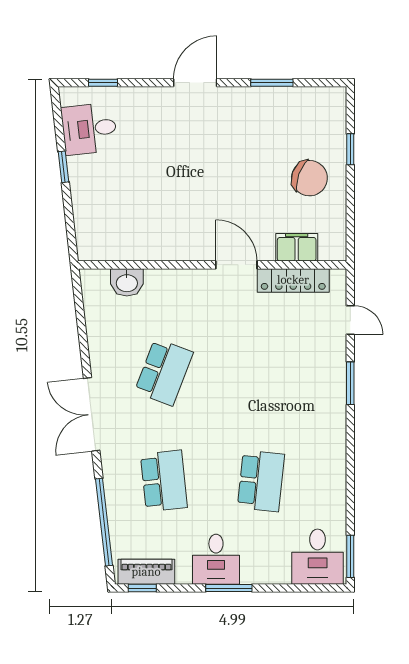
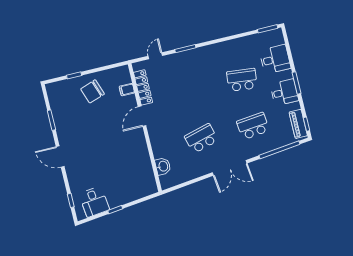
chair: (309, 178) -> (93, 91), turned -129
filing cabinet: (297, 247) -> (127, 90), width x0.50
school desk: (164, 372) -> (201, 138), turned -36
desk: (318, 557) -> (275, 59), moved

